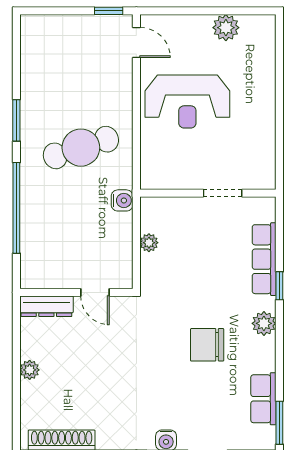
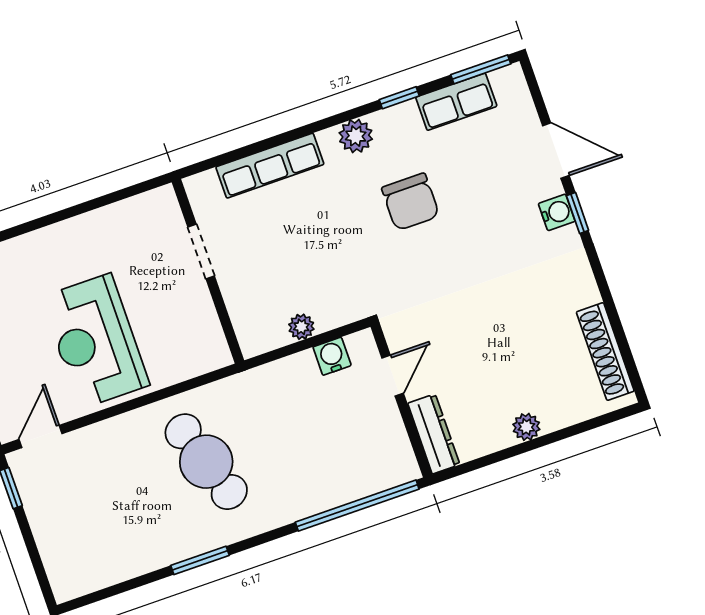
reception desk: (187, 101) -> (95, 341), turned 180
water cooler: (122, 200) -> (332, 356), moved
window: (16, 208) -> (357, 506), moved
window: (279, 286) -> (399, 98), moved

